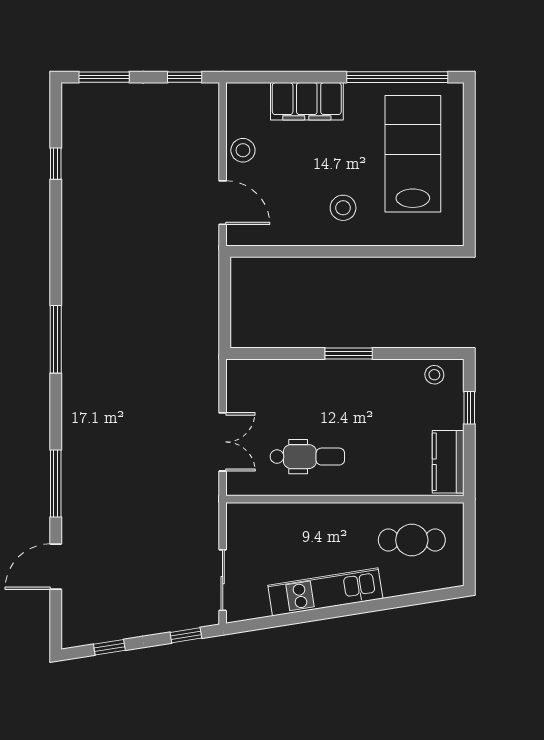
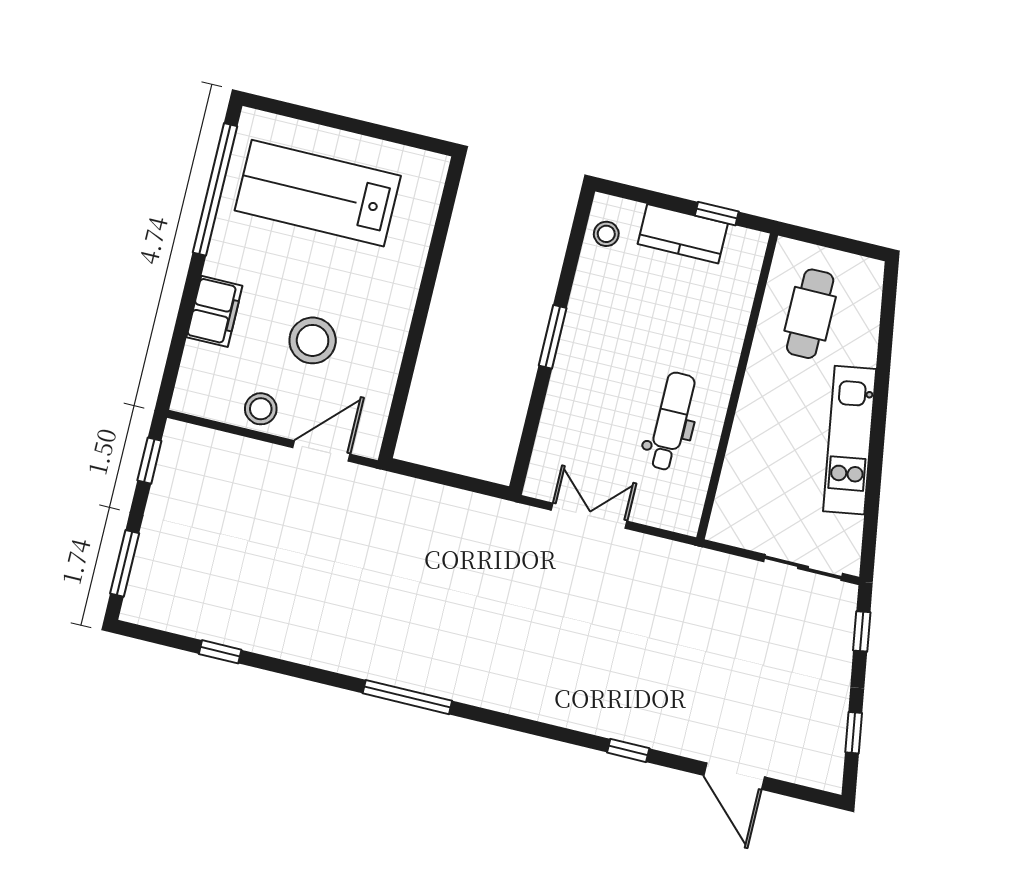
filing cabinet: (307, 101) -> (214, 311), width x0.67, depth x0.86
stool: (343, 208) -> (313, 340), moved, width x1.38, depth x1.38
window: (56, 339) -> (407, 697), moved
window: (469, 408) -> (717, 214), moved
double door: (223, 442) -> (589, 516), moved
kitchen counter: (448, 462) -> (683, 234), moved
window: (56, 484) -> (628, 750), width x0.46

